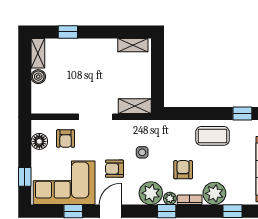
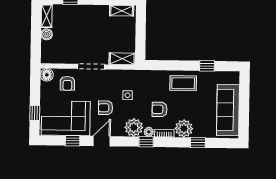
floor lamp: (39, 141) -> (47, 75), moved
armchair: (183, 170) -> (160, 109), turned -90

